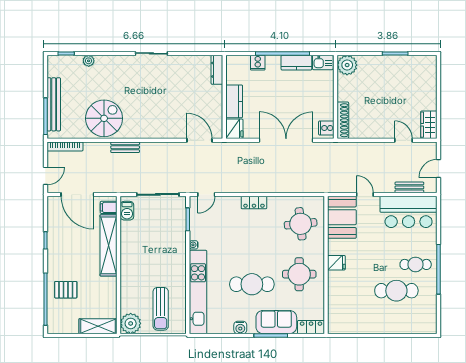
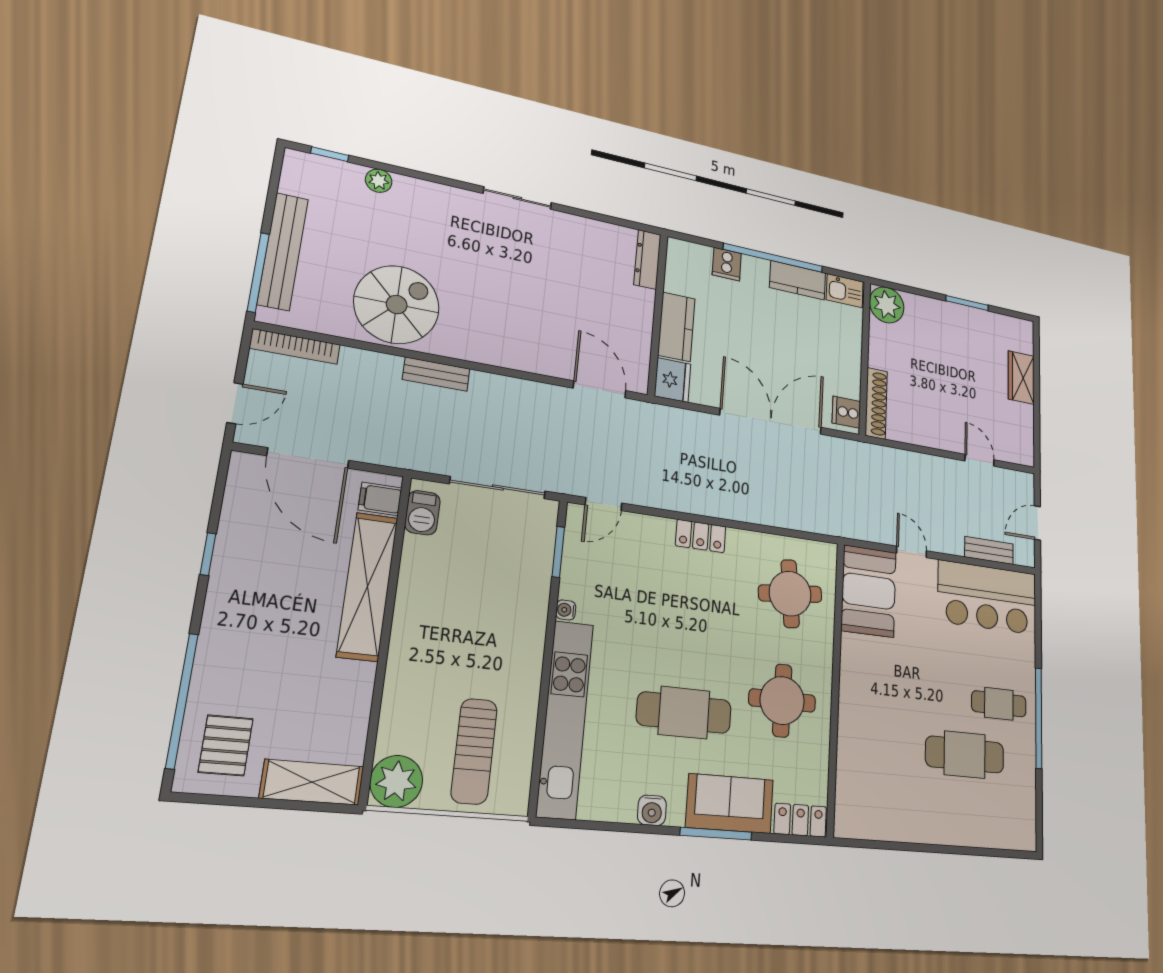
wardrobe: (429, 125) -> (1021, 378), moved
fridge: (336, 263) -> (855, 684), removed
pallet: (66, 290) -> (226, 745), moved, turned 90

